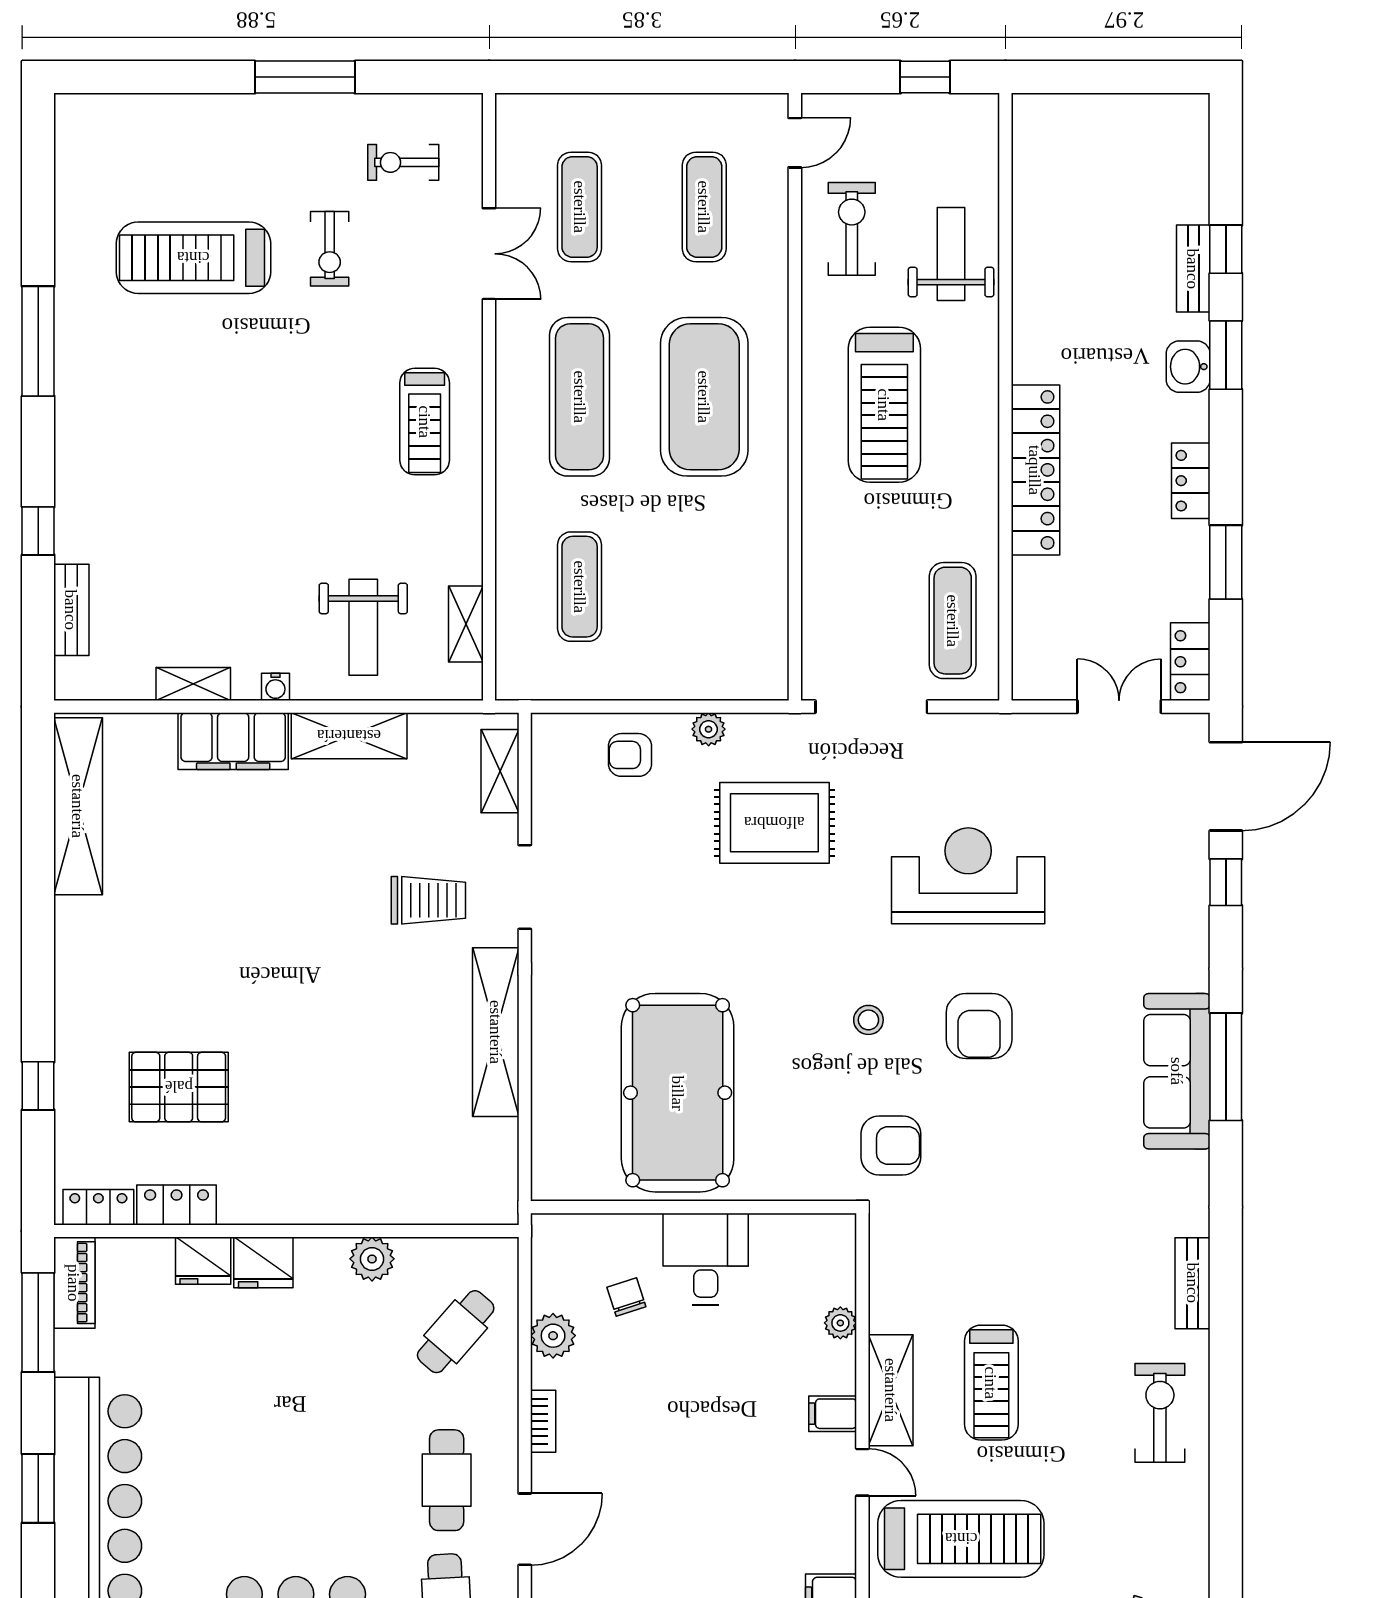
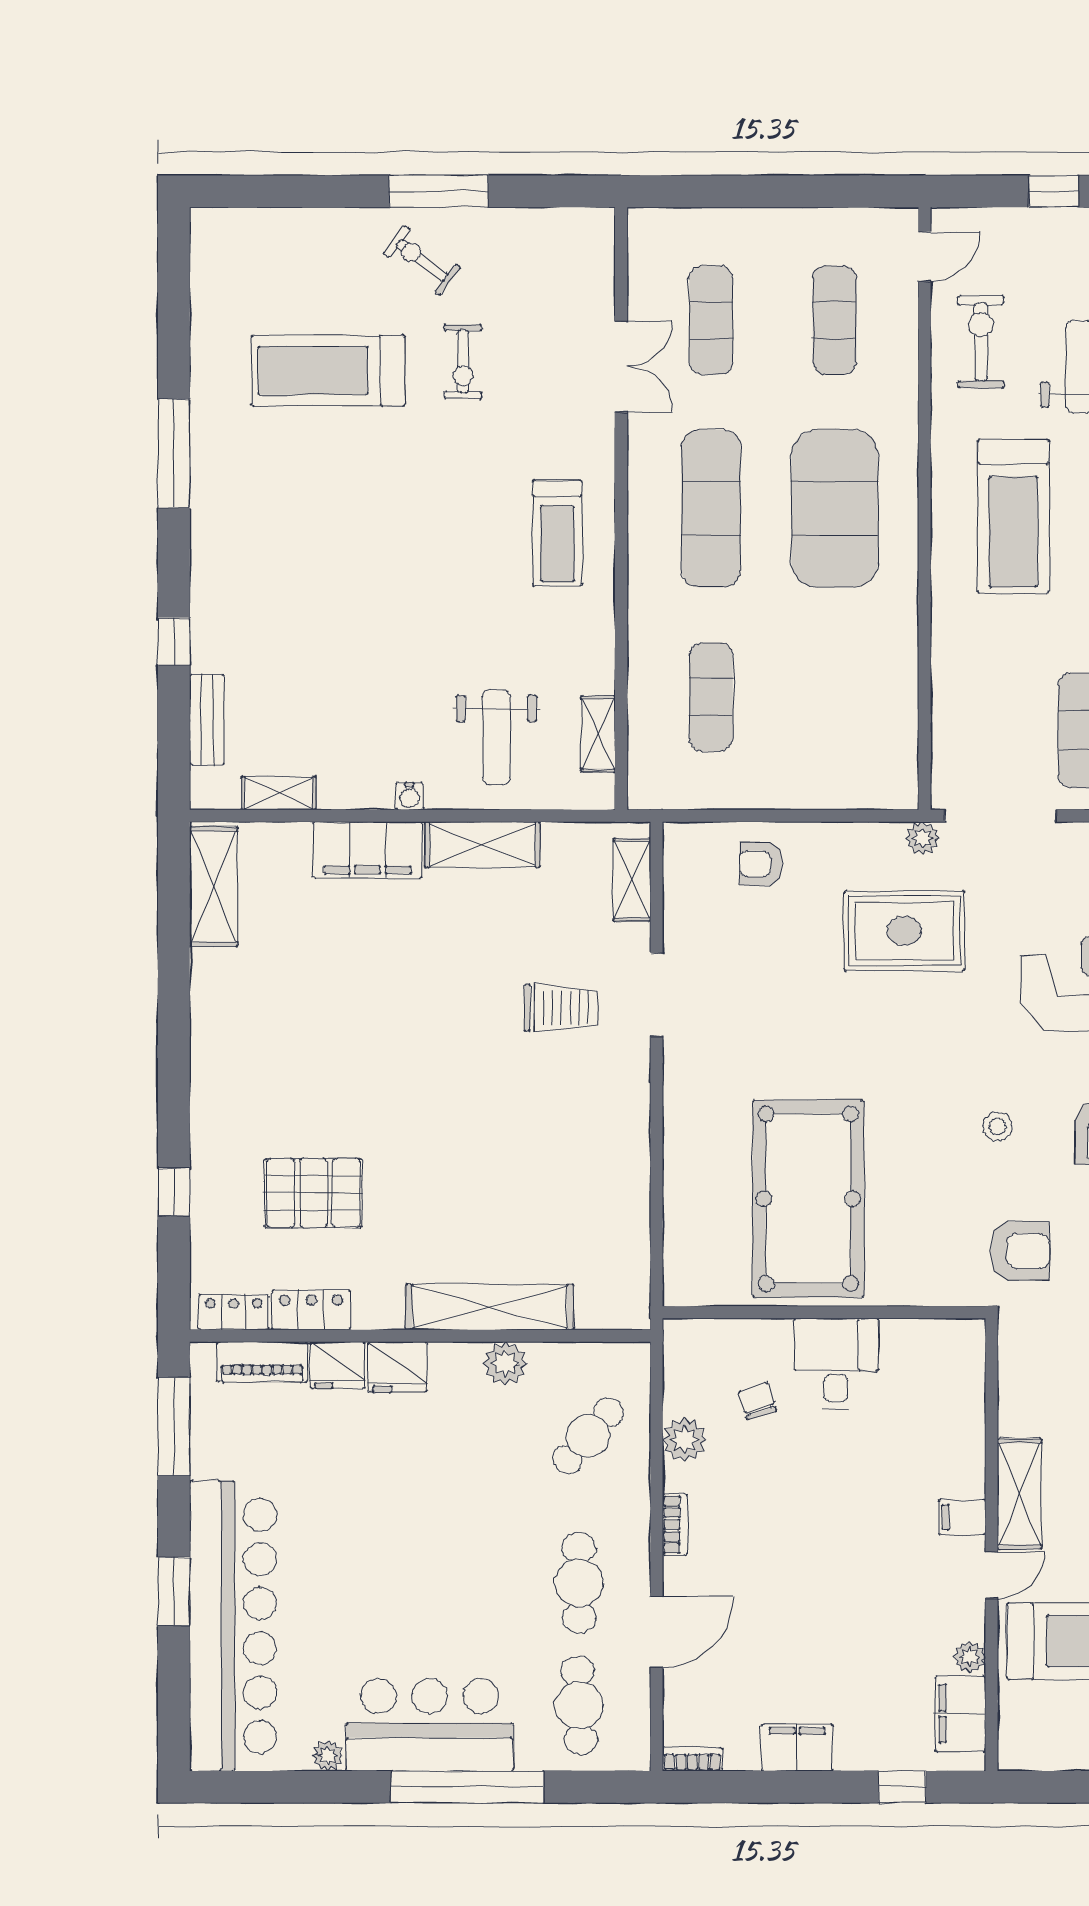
exercise bike: (403, 162) -> (422, 260), moved, turned 37
shelving: (193, 684) -> (279, 793), moved
plant: (709, 729) -> (922, 838), moved
shelving: (78, 806) -> (214, 887), width x0.68
shelving: (496, 1032) -> (490, 1307), moved, turned 90
piano: (74, 1283) -> (262, 1362), moved, turned 90
plant: (840, 1323) -> (970, 1657), moved
door: (862, 1472) -> (991, 1575), hinge flipped

